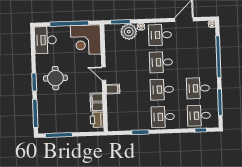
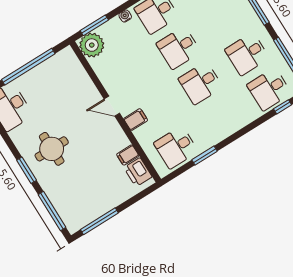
plant: (129, 32) -> (92, 45), moved
corner desk: (86, 40) -> (62, 75), removed
filing cabinet: (97, 102) -> (128, 155), width x0.50
desk: (163, 117) -> (176, 147), moved

